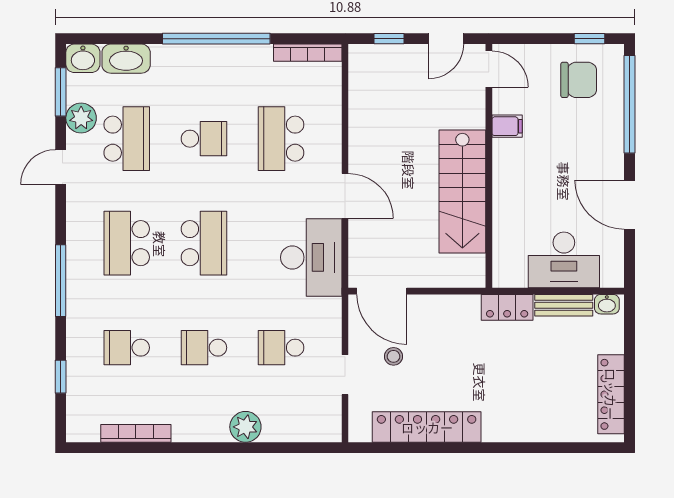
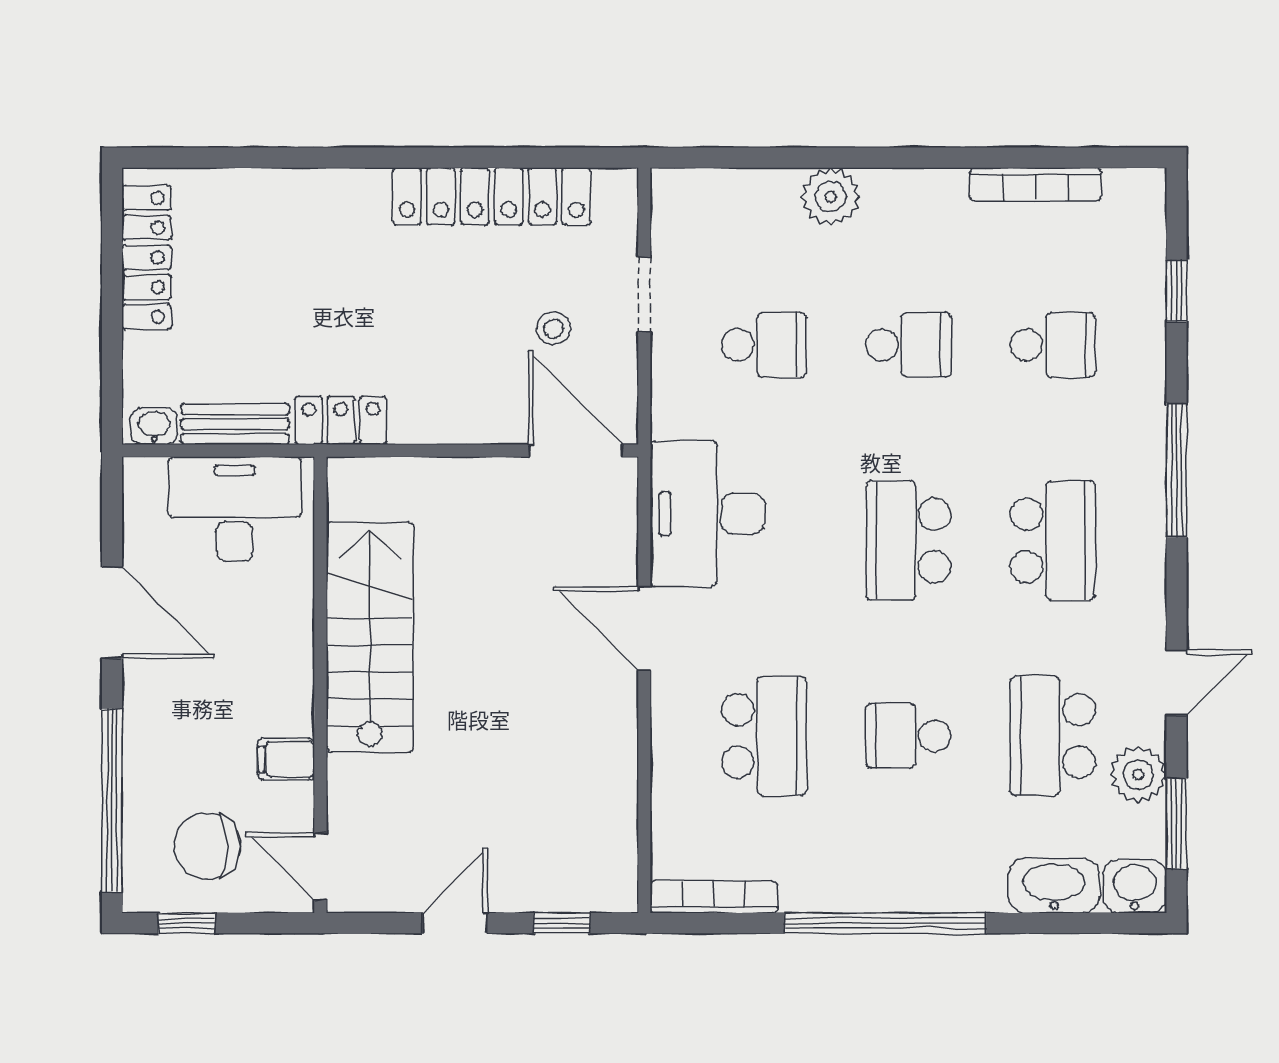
door: (489, 69) -> (320, 866), moved
filing cabinet: (507, 126) -> (286, 759), moved
wall: (489, 166) -> (320, 685), moved
stairs: (462, 192) -> (370, 637), moved

